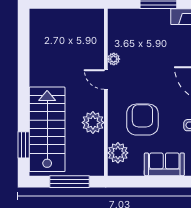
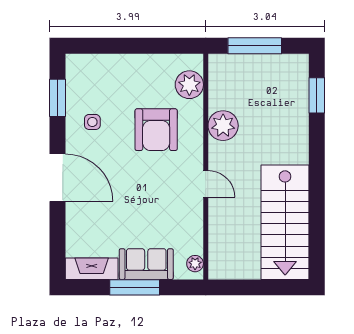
plant: (114, 59) -> (195, 264), moved
stairs: (47, 129) -> (285, 222), moved
sofa: (164, 164) -> (146, 264), moved, turned 180

